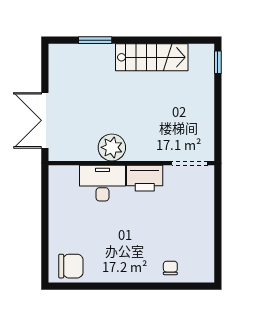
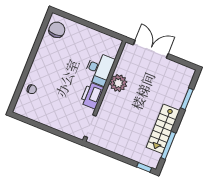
window: (172, 40) -> (168, 145), added
chair: (71, 266) -> (57, 30), turned 180

